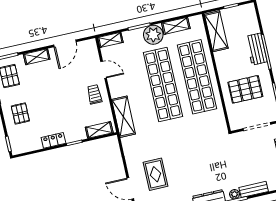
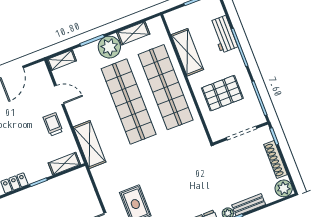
shelving: (216, 31) -> (187, 52), moved
workbench: (256, 49) -> (224, 34), moved

